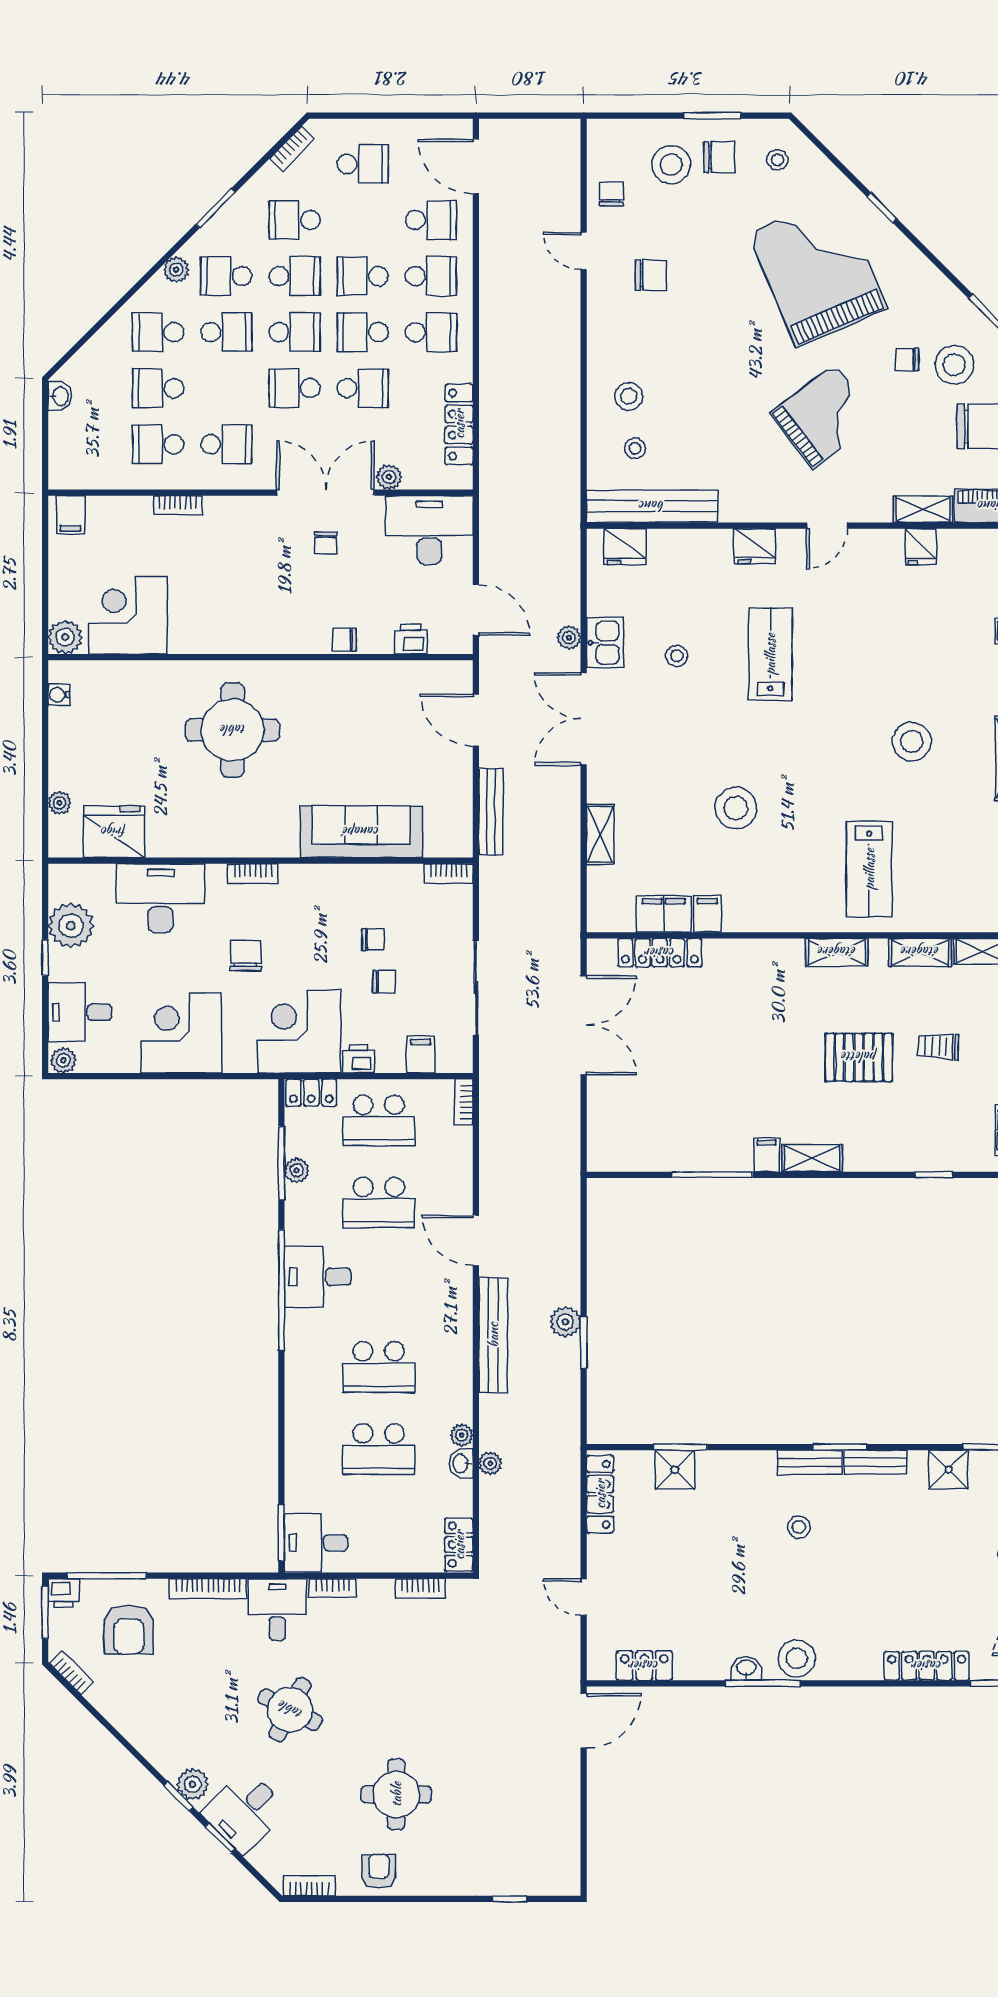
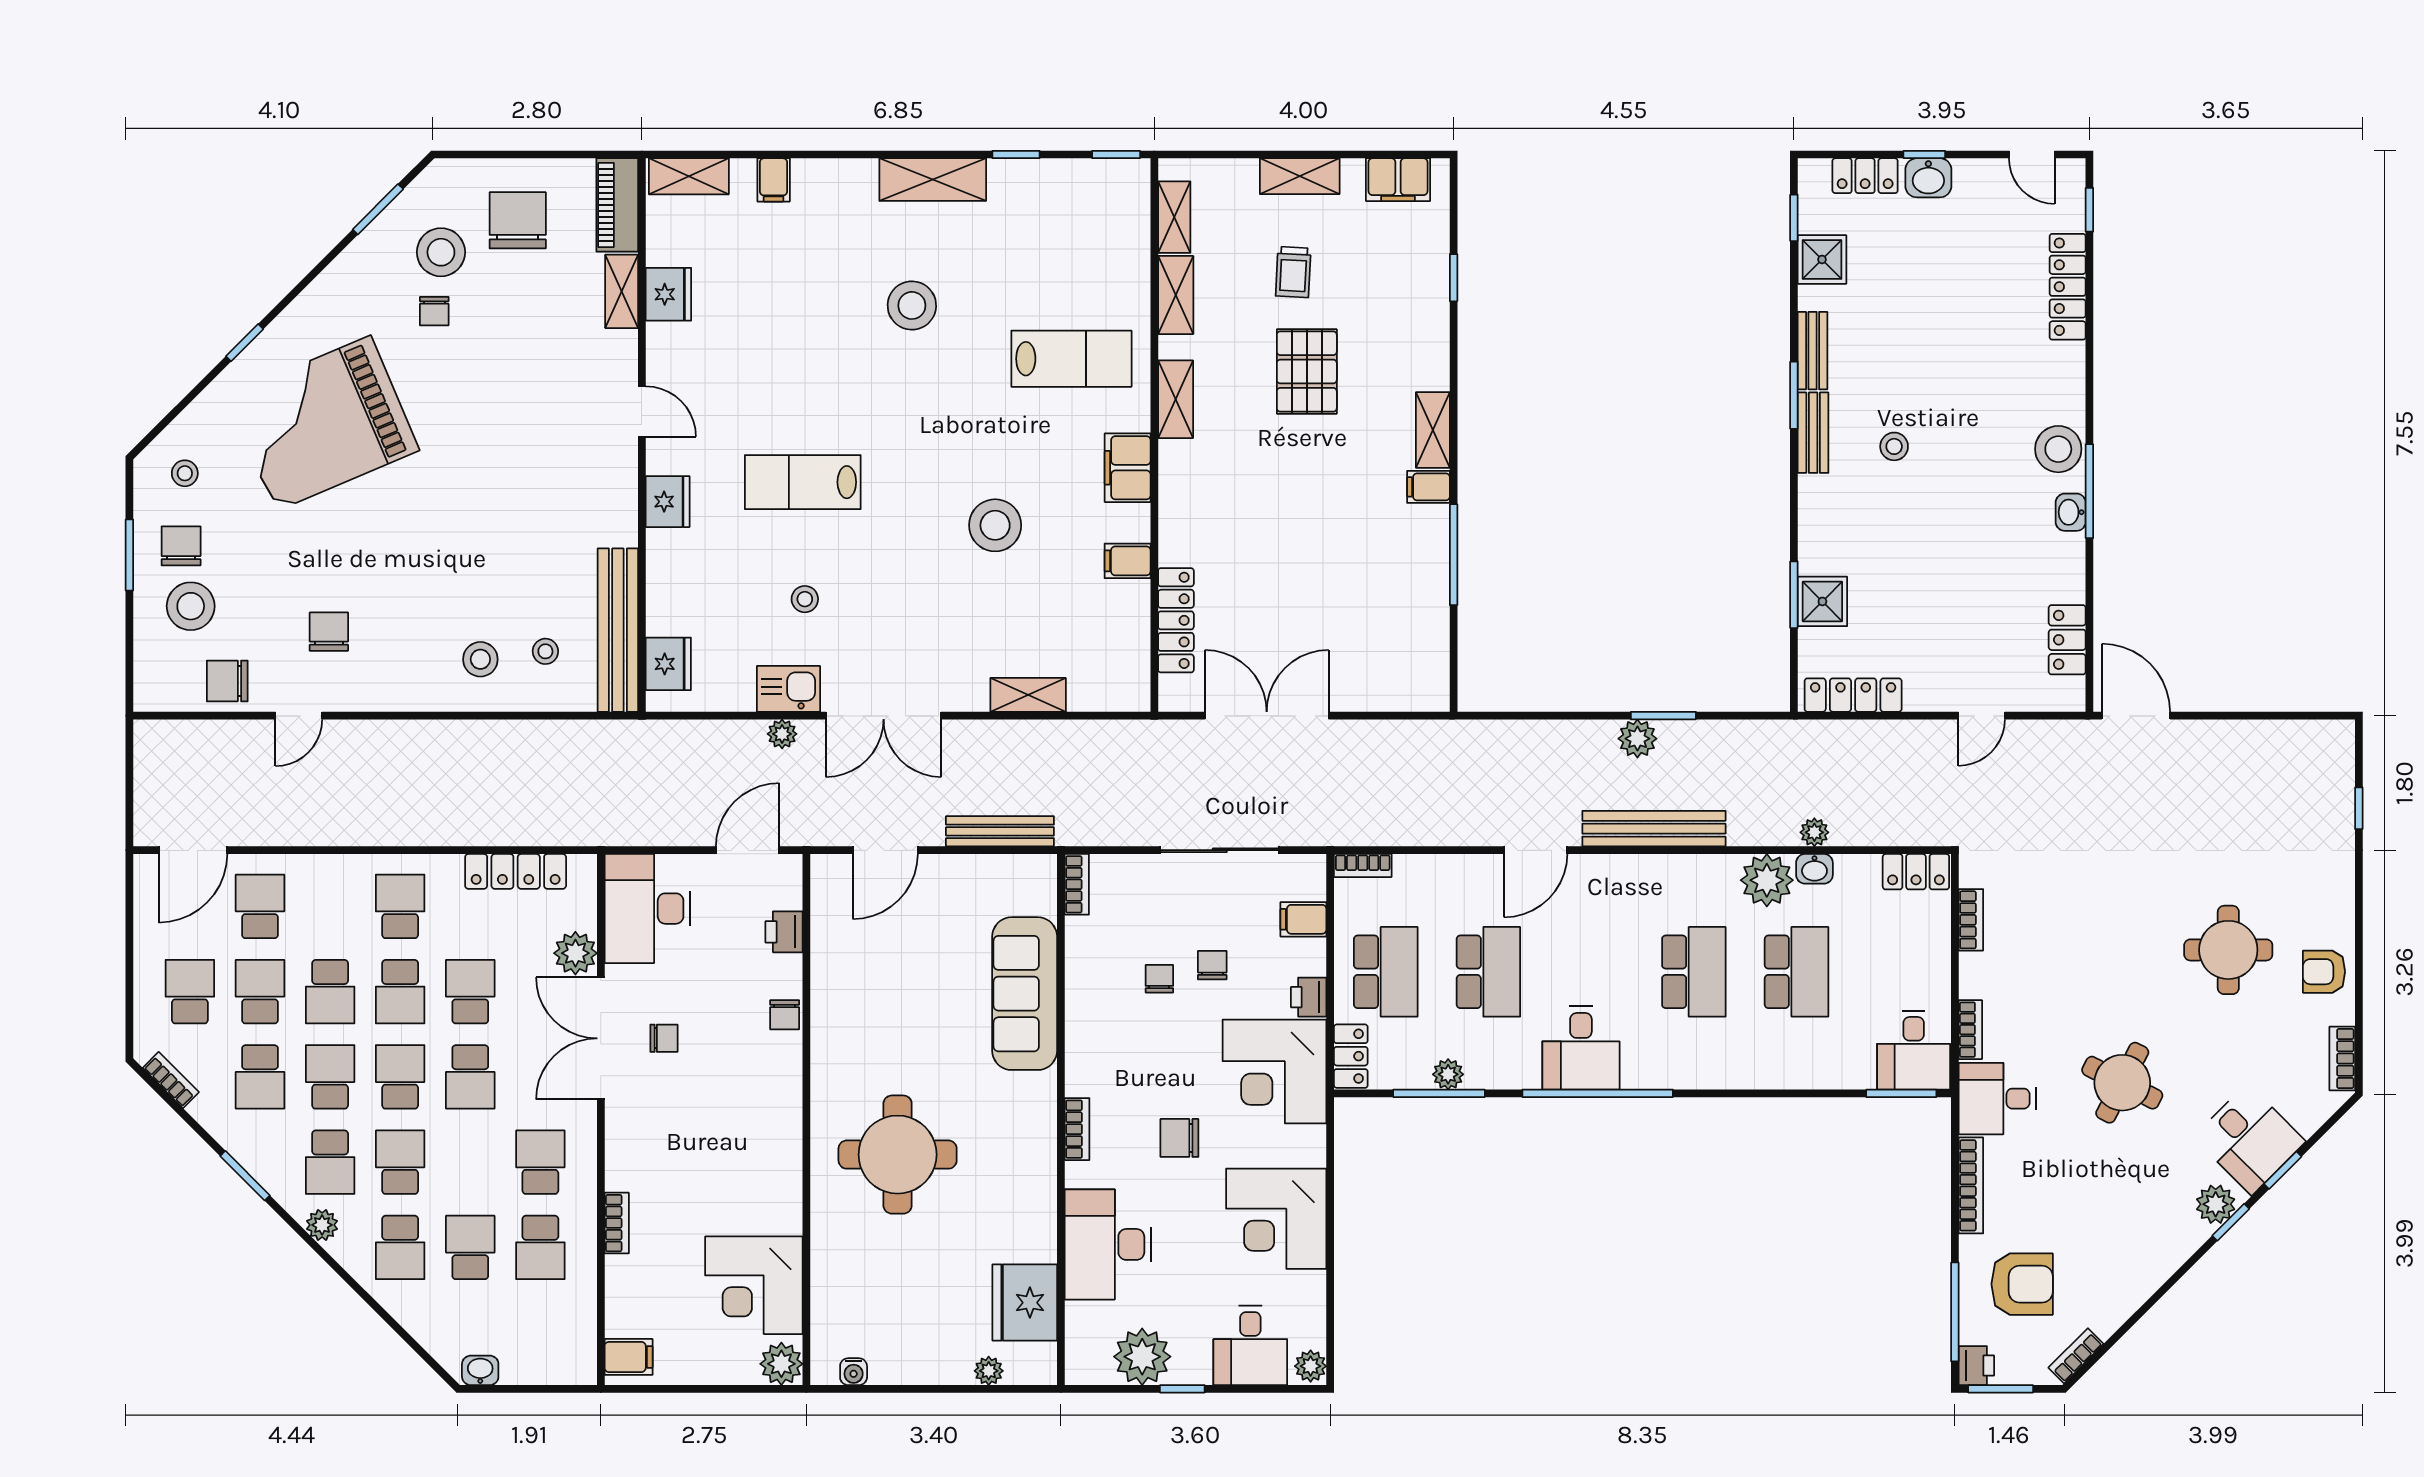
chair: (611, 194) -> (227, 681), width x1.37, depth x1.37
school desk: (431, 276) -> (260, 992), moved
school desk: (158, 388) -> (470, 1247), turned 180
grand piano: (824, 417) -> (506, 415), removed
plant: (389, 477) -> (575, 953), width x1.38, depth x1.38
fridge: (921, 547) -> (668, 294), width x1.38
filing cabinet: (664, 914) -> (1128, 468), moved
plant: (462, 1435) -> (1767, 880), width x1.87, depth x1.87

